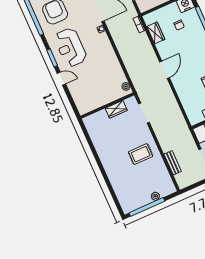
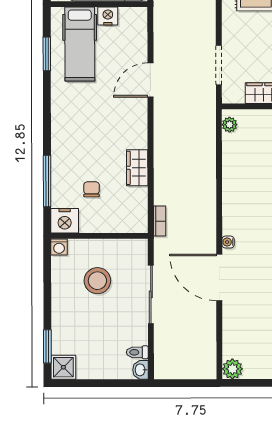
wardrobe: (156, 33) -> (137, 168), moved
door: (165, 70) -> (150, 80), moved

